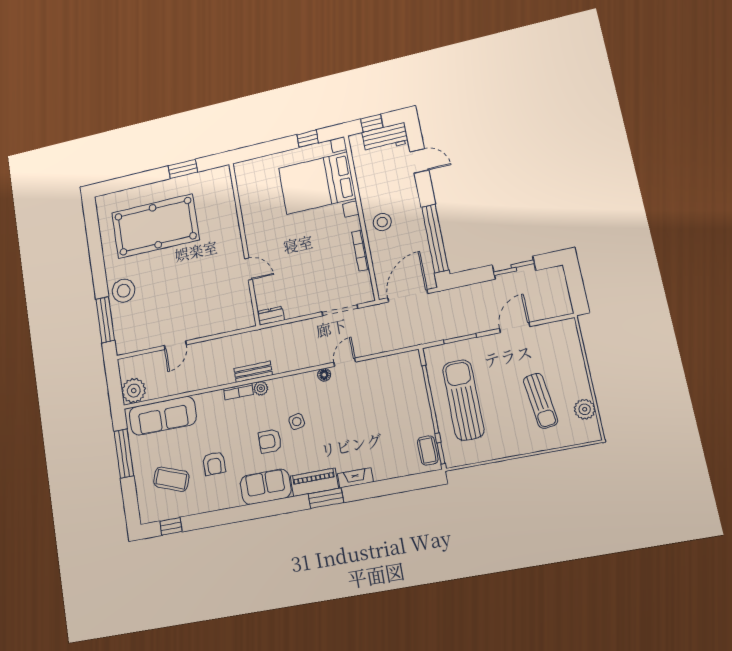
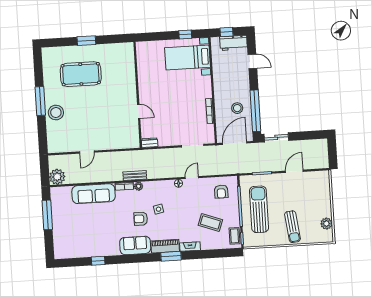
window: (183, 169) -> (86, 41), moved
bed with nightstands: (317, 183) -> (187, 57), width x0.73
stool: (382, 222) -> (237, 108), moved
pool table: (155, 226) -> (81, 74), width x0.73, depth x0.76
sliding door: (514, 268) -> (276, 137), moved
window: (105, 320) -> (40, 101), moved
sun lounger: (541, 401) -> (293, 227), moved
sofa: (163, 416) -> (94, 194), moved
armchair: (214, 463) -> (221, 192), moved
coffee table: (171, 479) -> (210, 222), moved
window: (171, 526) -> (98, 261), moved

